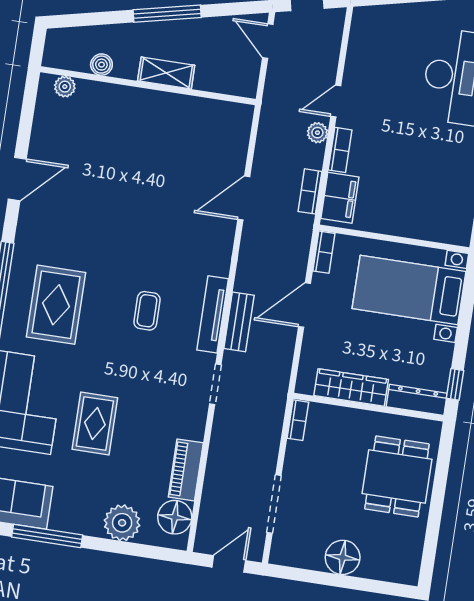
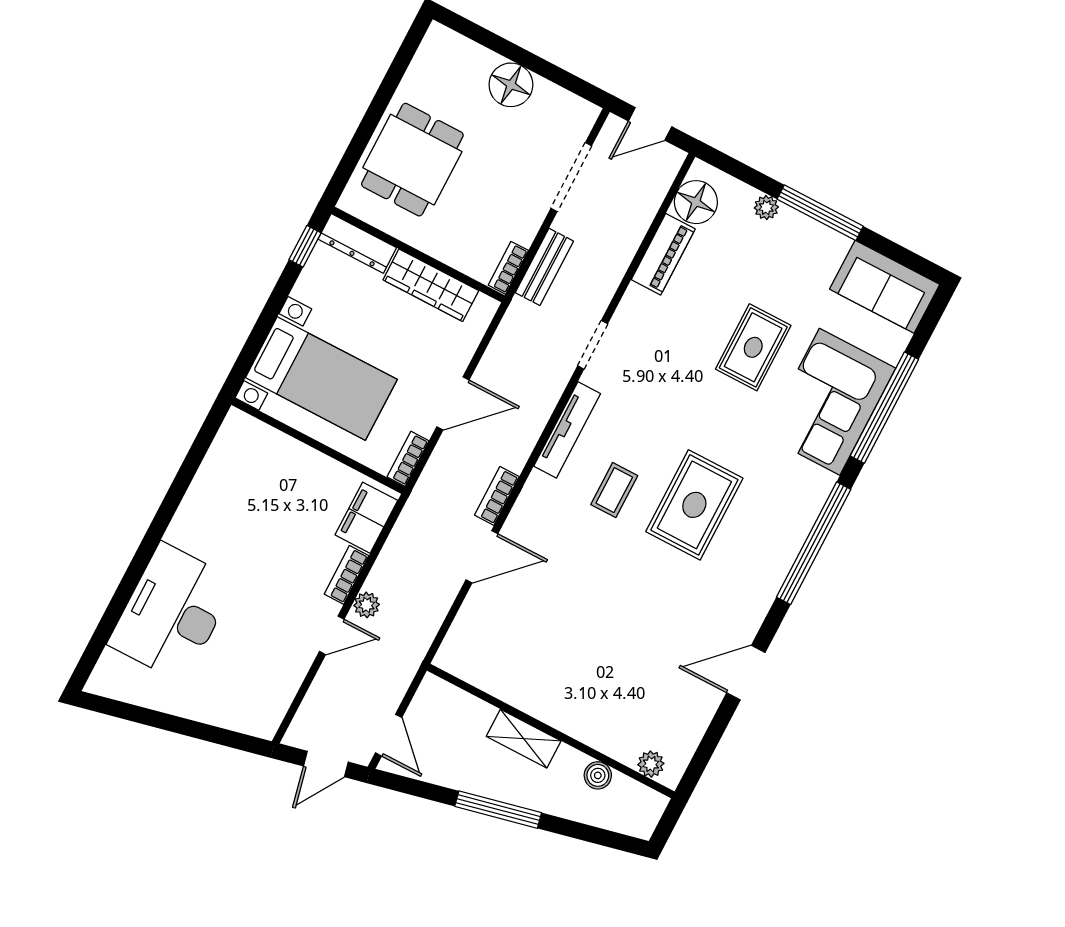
bookcase: (310, 191) -> (497, 496), moved, turned 180
rug: (56, 305) -> (694, 505), moved
coffee table: (147, 311) -> (614, 490), moved
bench: (239, 322) -> (544, 267), moved
plant: (122, 523) -> (766, 207), width x0.53, depth x0.53
window: (47, 536) -> (820, 213), moved

